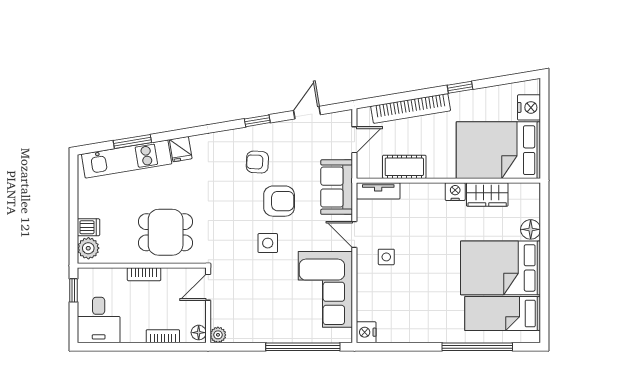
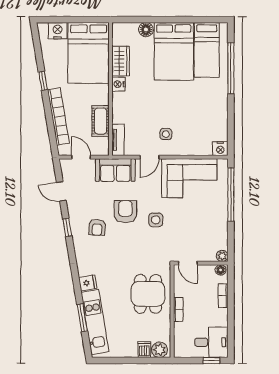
window: (73, 290) -> (212, 360), moved

